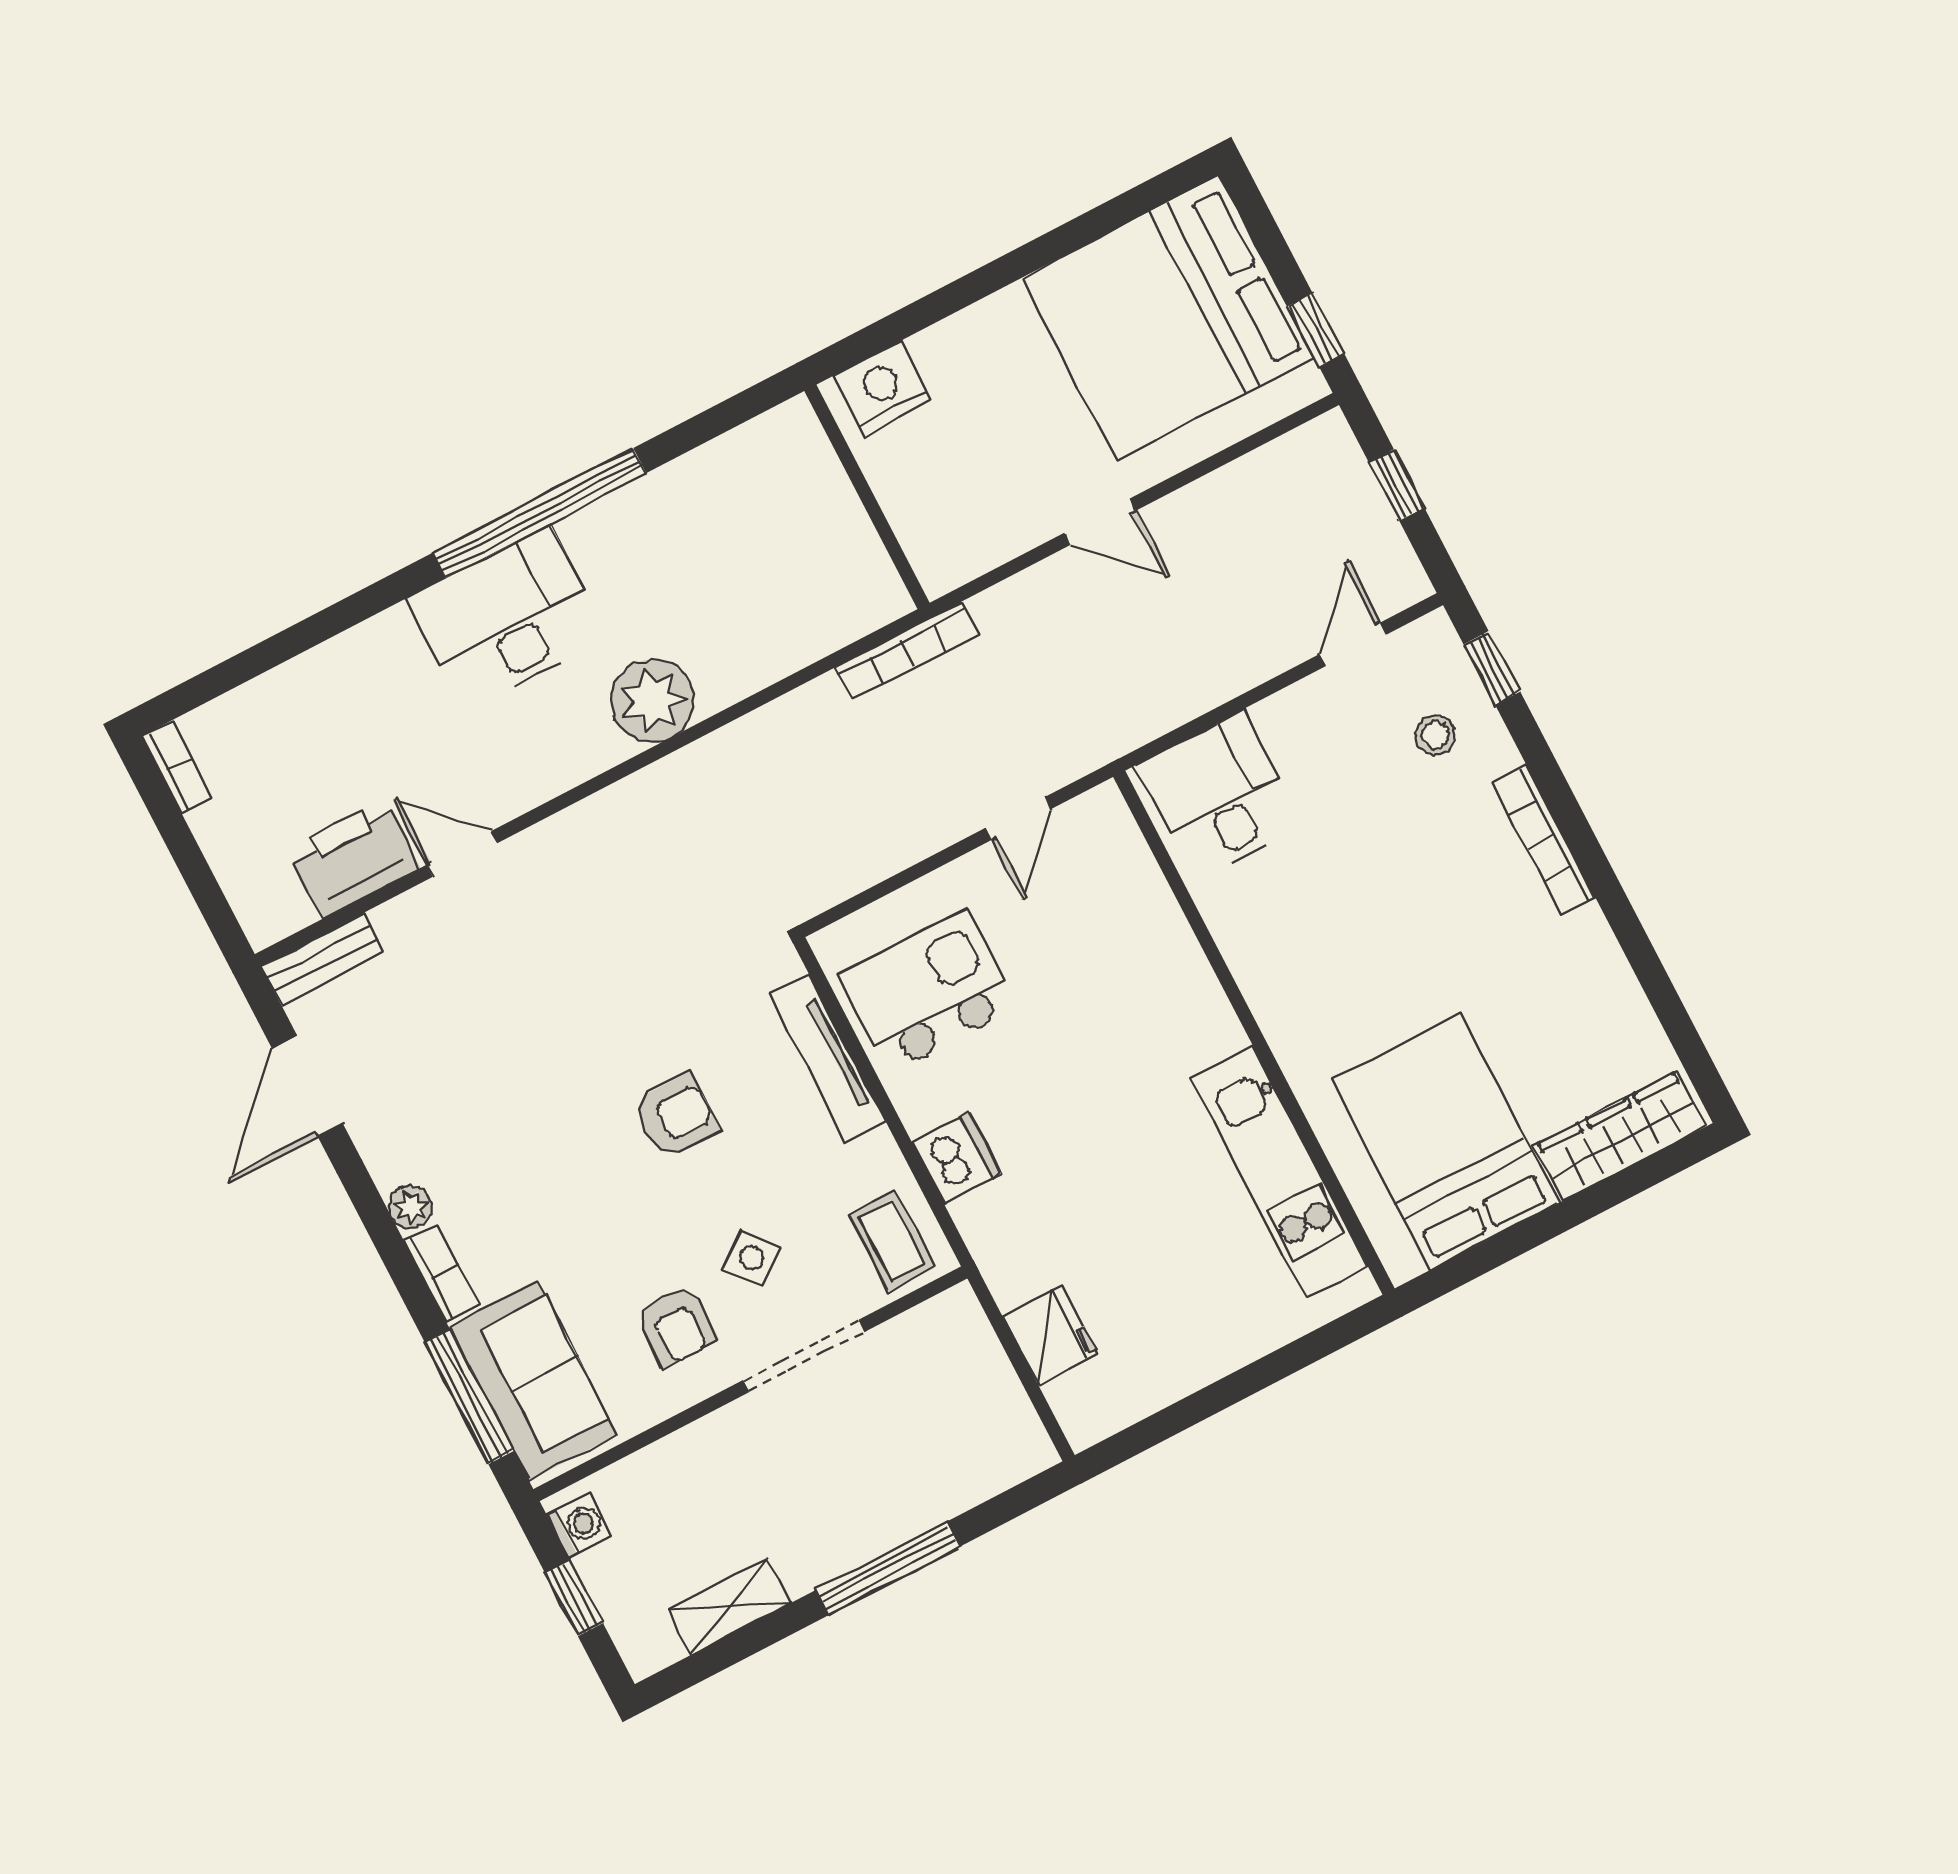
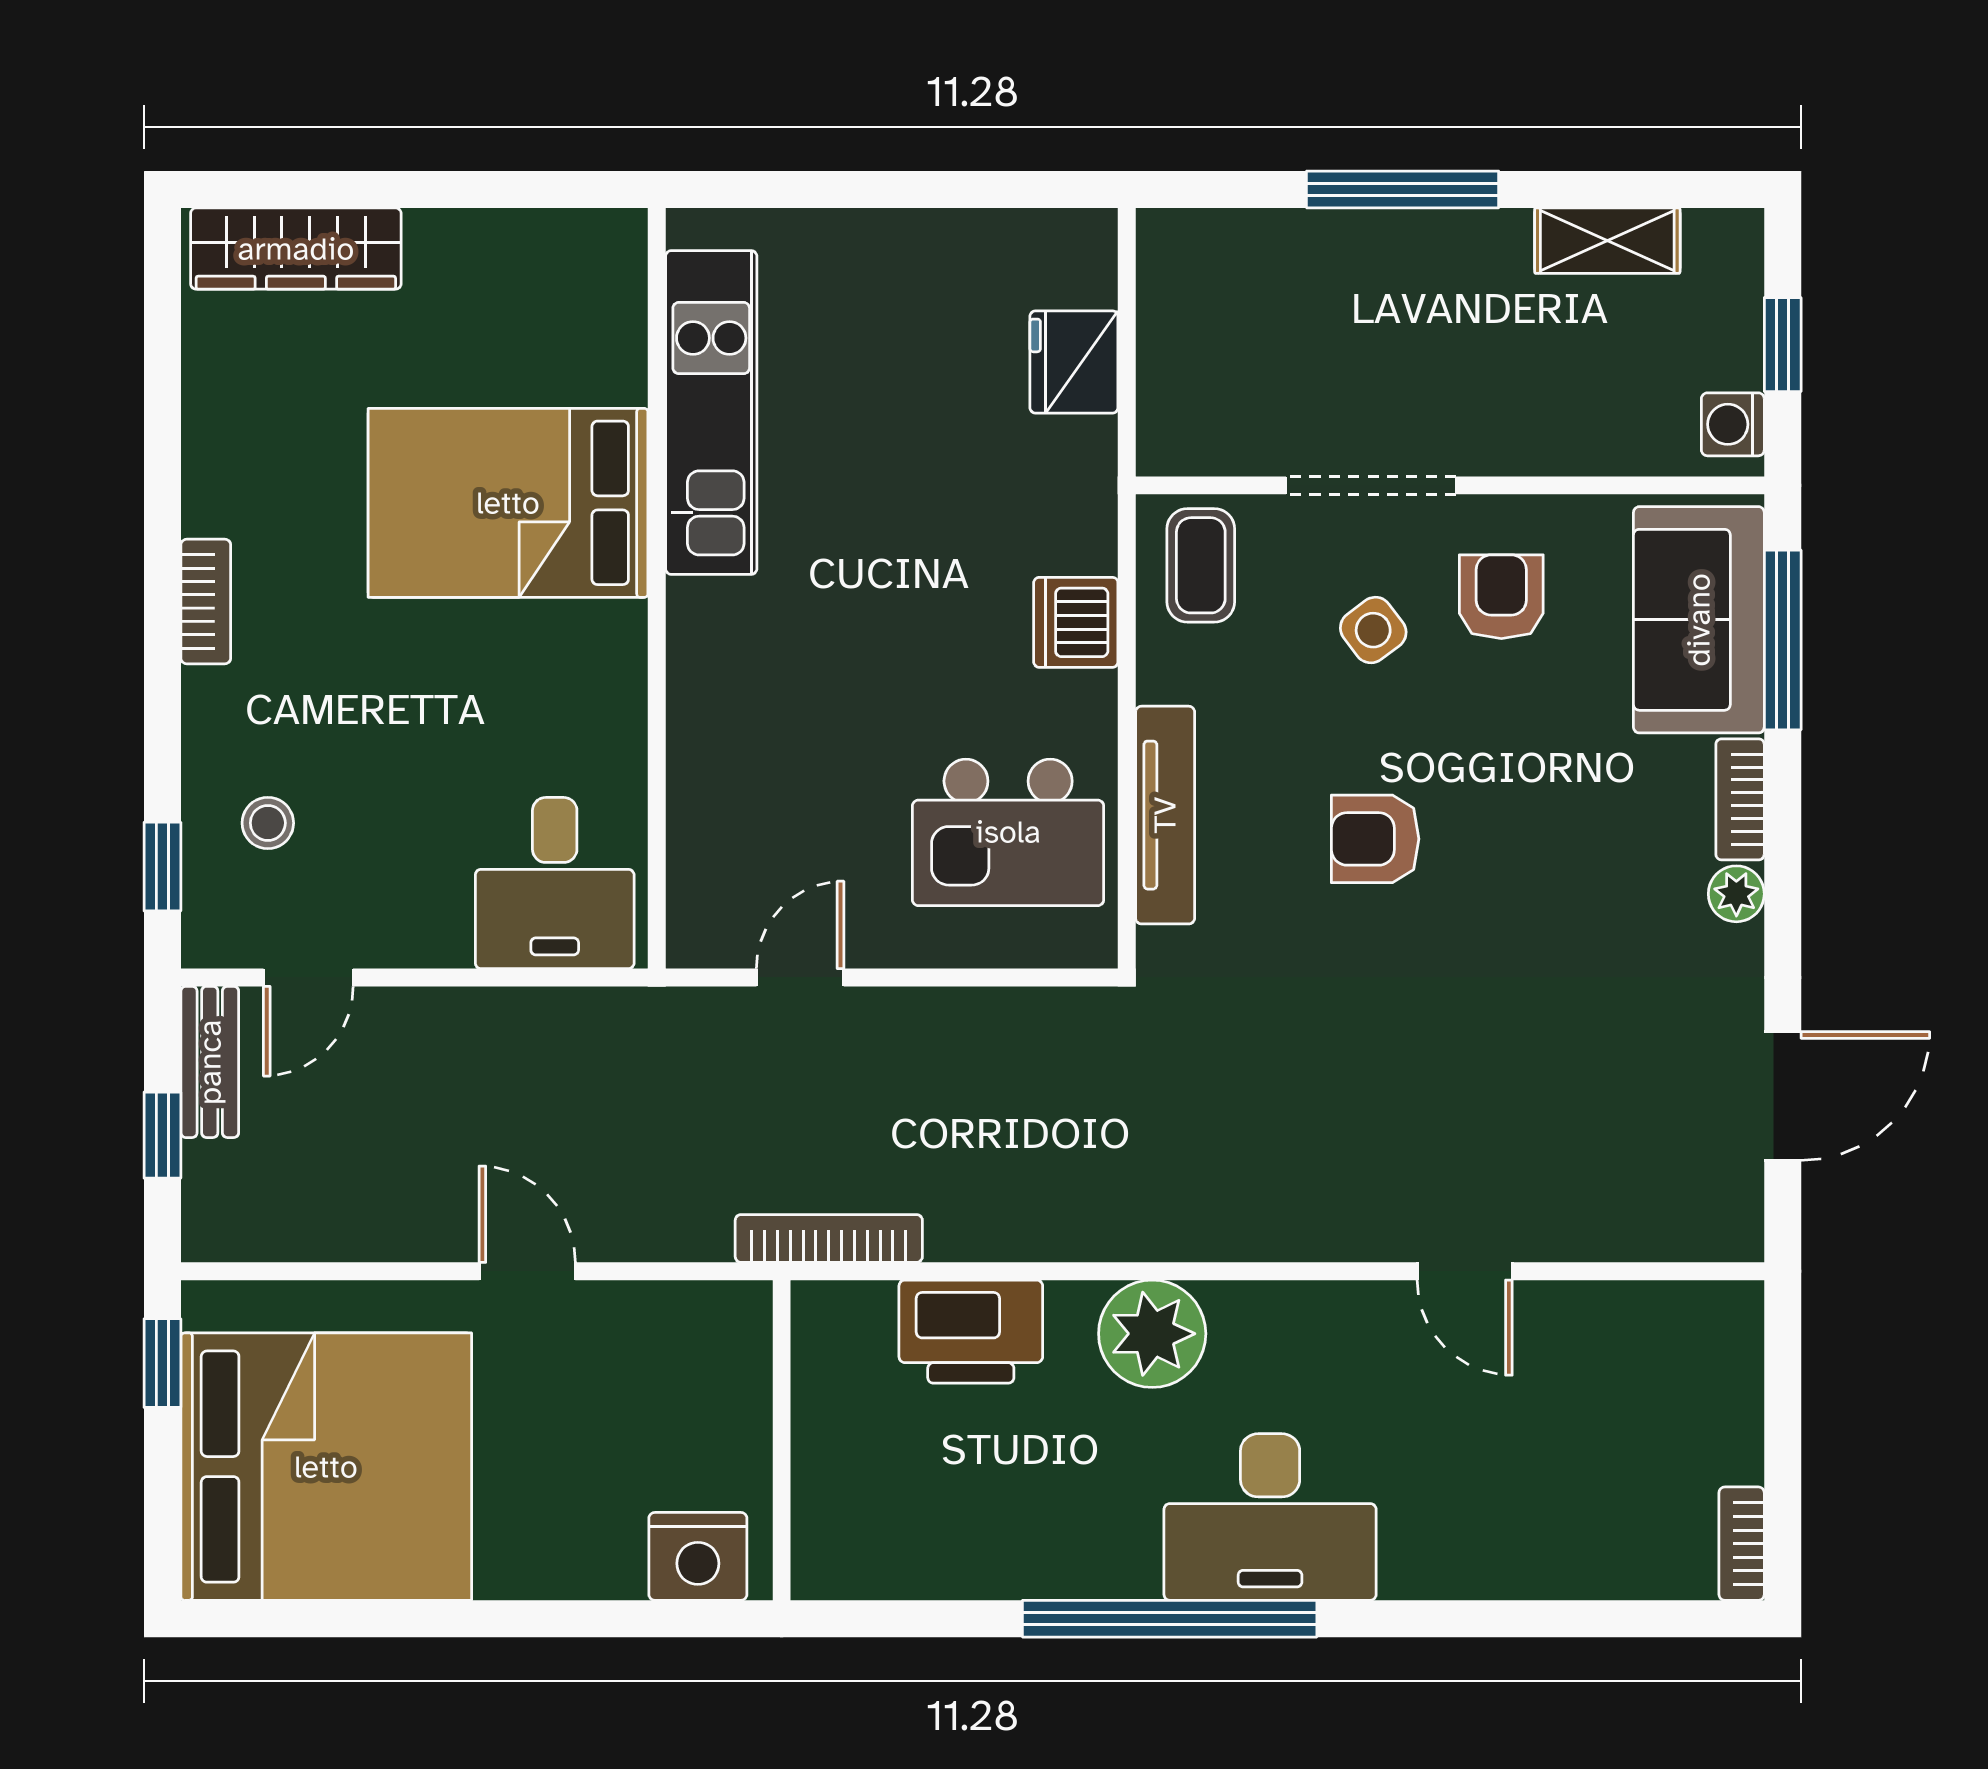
bookcase: (1544, 840) -> (206, 602), width x0.64
printer: (353, 858) -> (971, 1332), moved
bench: (323, 959) -> (210, 1062), moved, turned 90
bed: (1445, 1141) -> (508, 503), moved, turned 90

